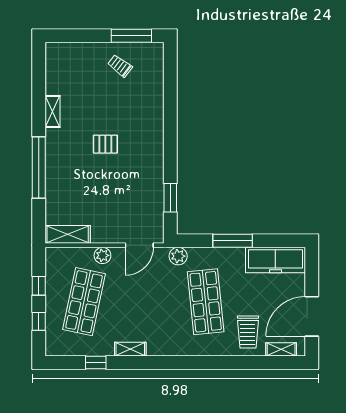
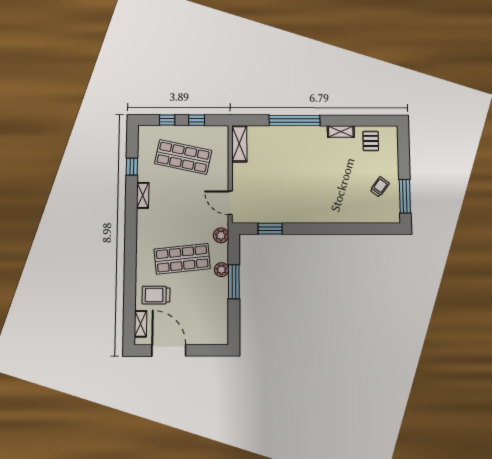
pallet: (105, 144) -> (371, 141), moved
plant: (102, 255) -> (221, 270), moved
freezer: (275, 260) -> (217, 319), removed

